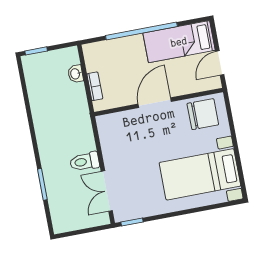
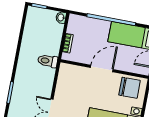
washbasin: (75, 74) -> (61, 18), moved
toilet: (85, 162) -> (48, 61), moved

